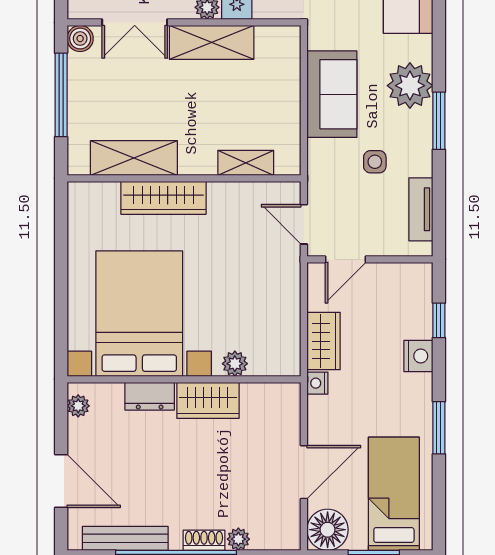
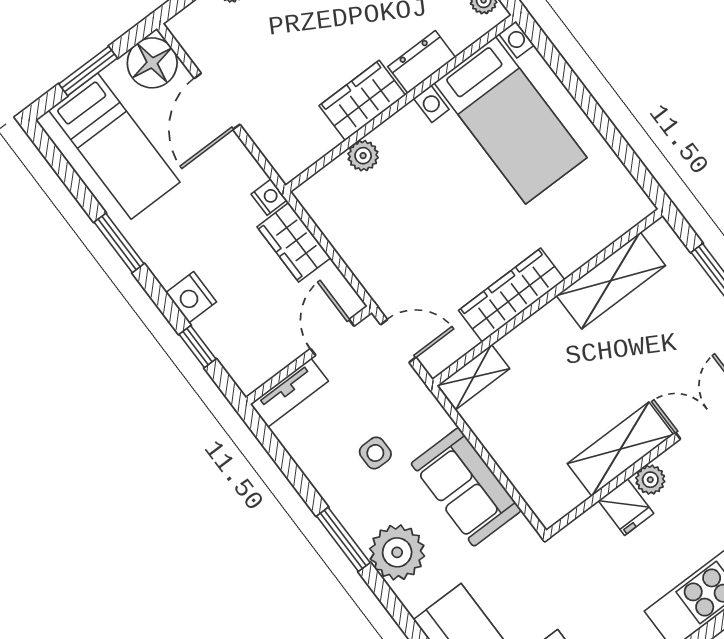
shelving: (246, 163) -> (474, 377), moved
wardrobe: (163, 198) -> (512, 295), moved
tv unit: (421, 209) -> (289, 393), moved, turned 90
bed with nightstands: (139, 314) -> (511, 120), width x0.73

